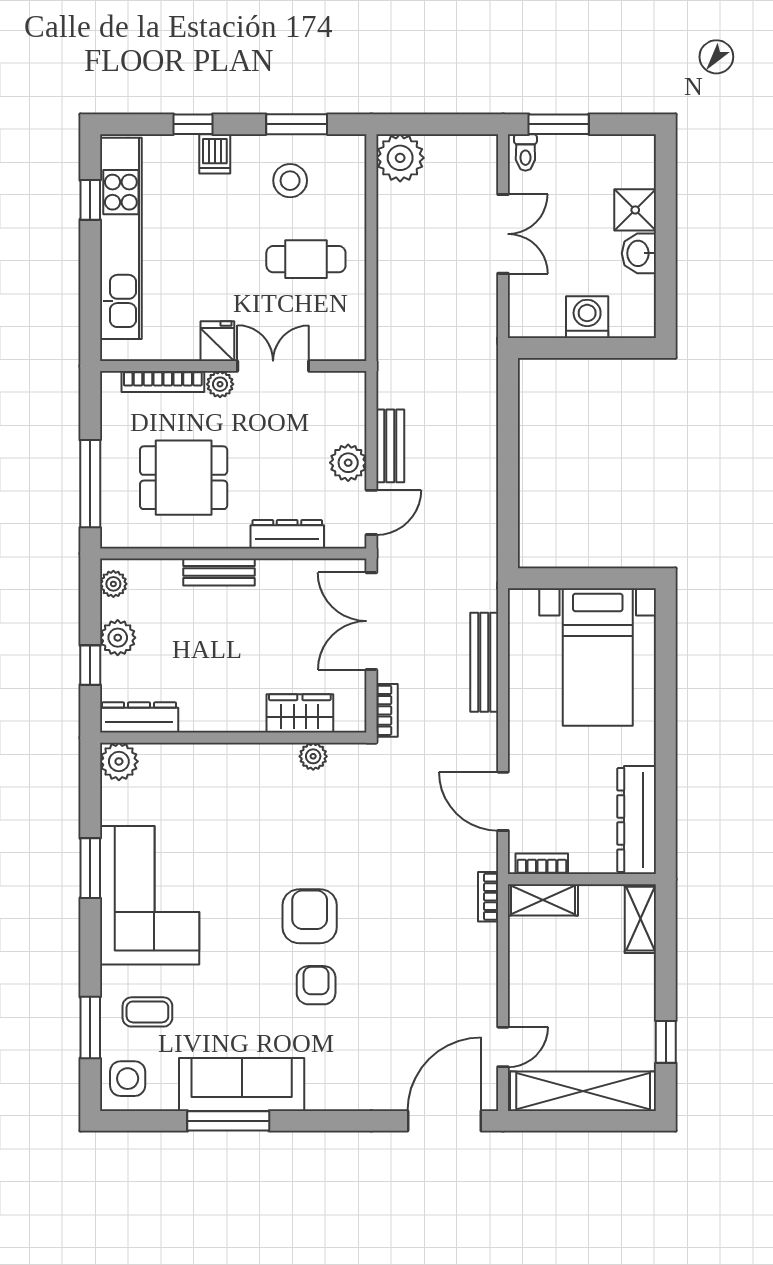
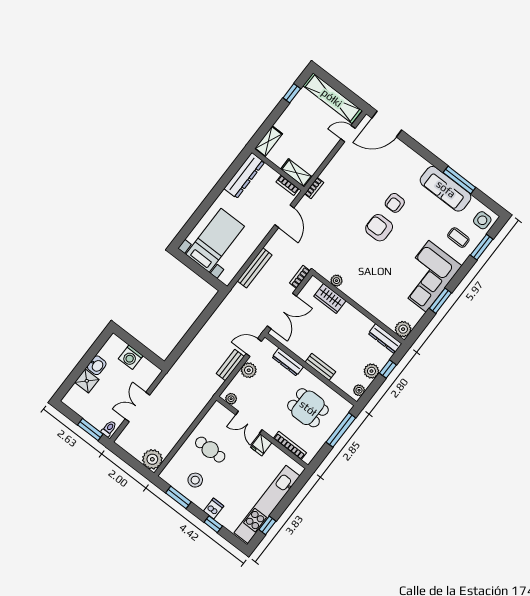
plant: (220, 384) -> (231, 399), moved
armchair: (310, 916) -> (379, 228), turned 90

